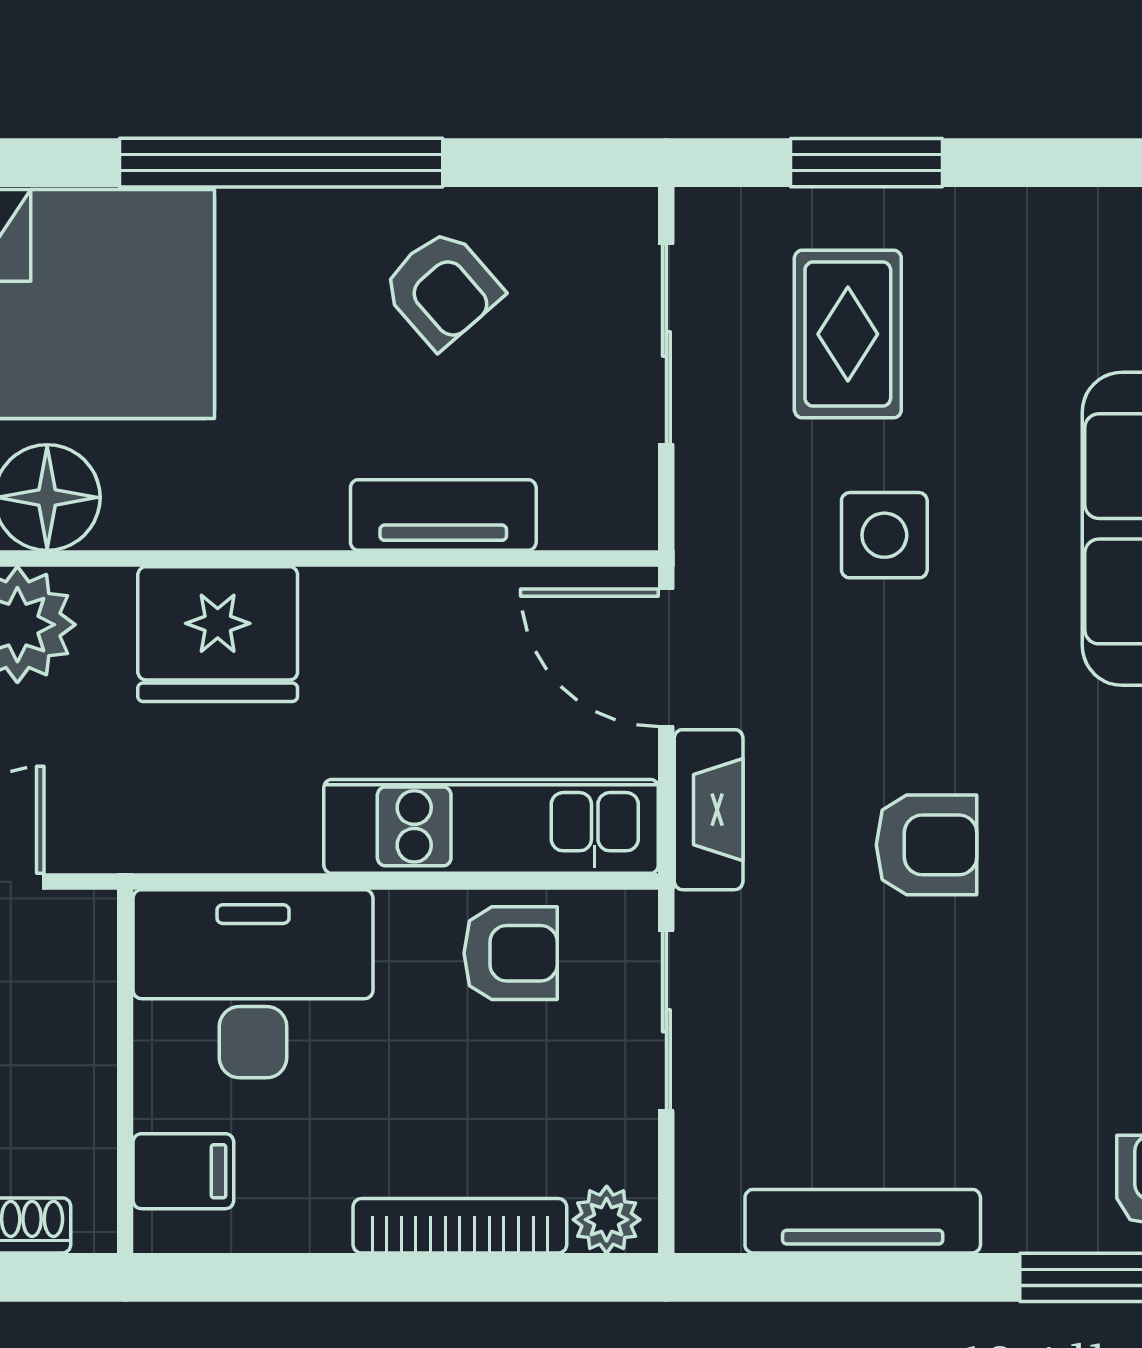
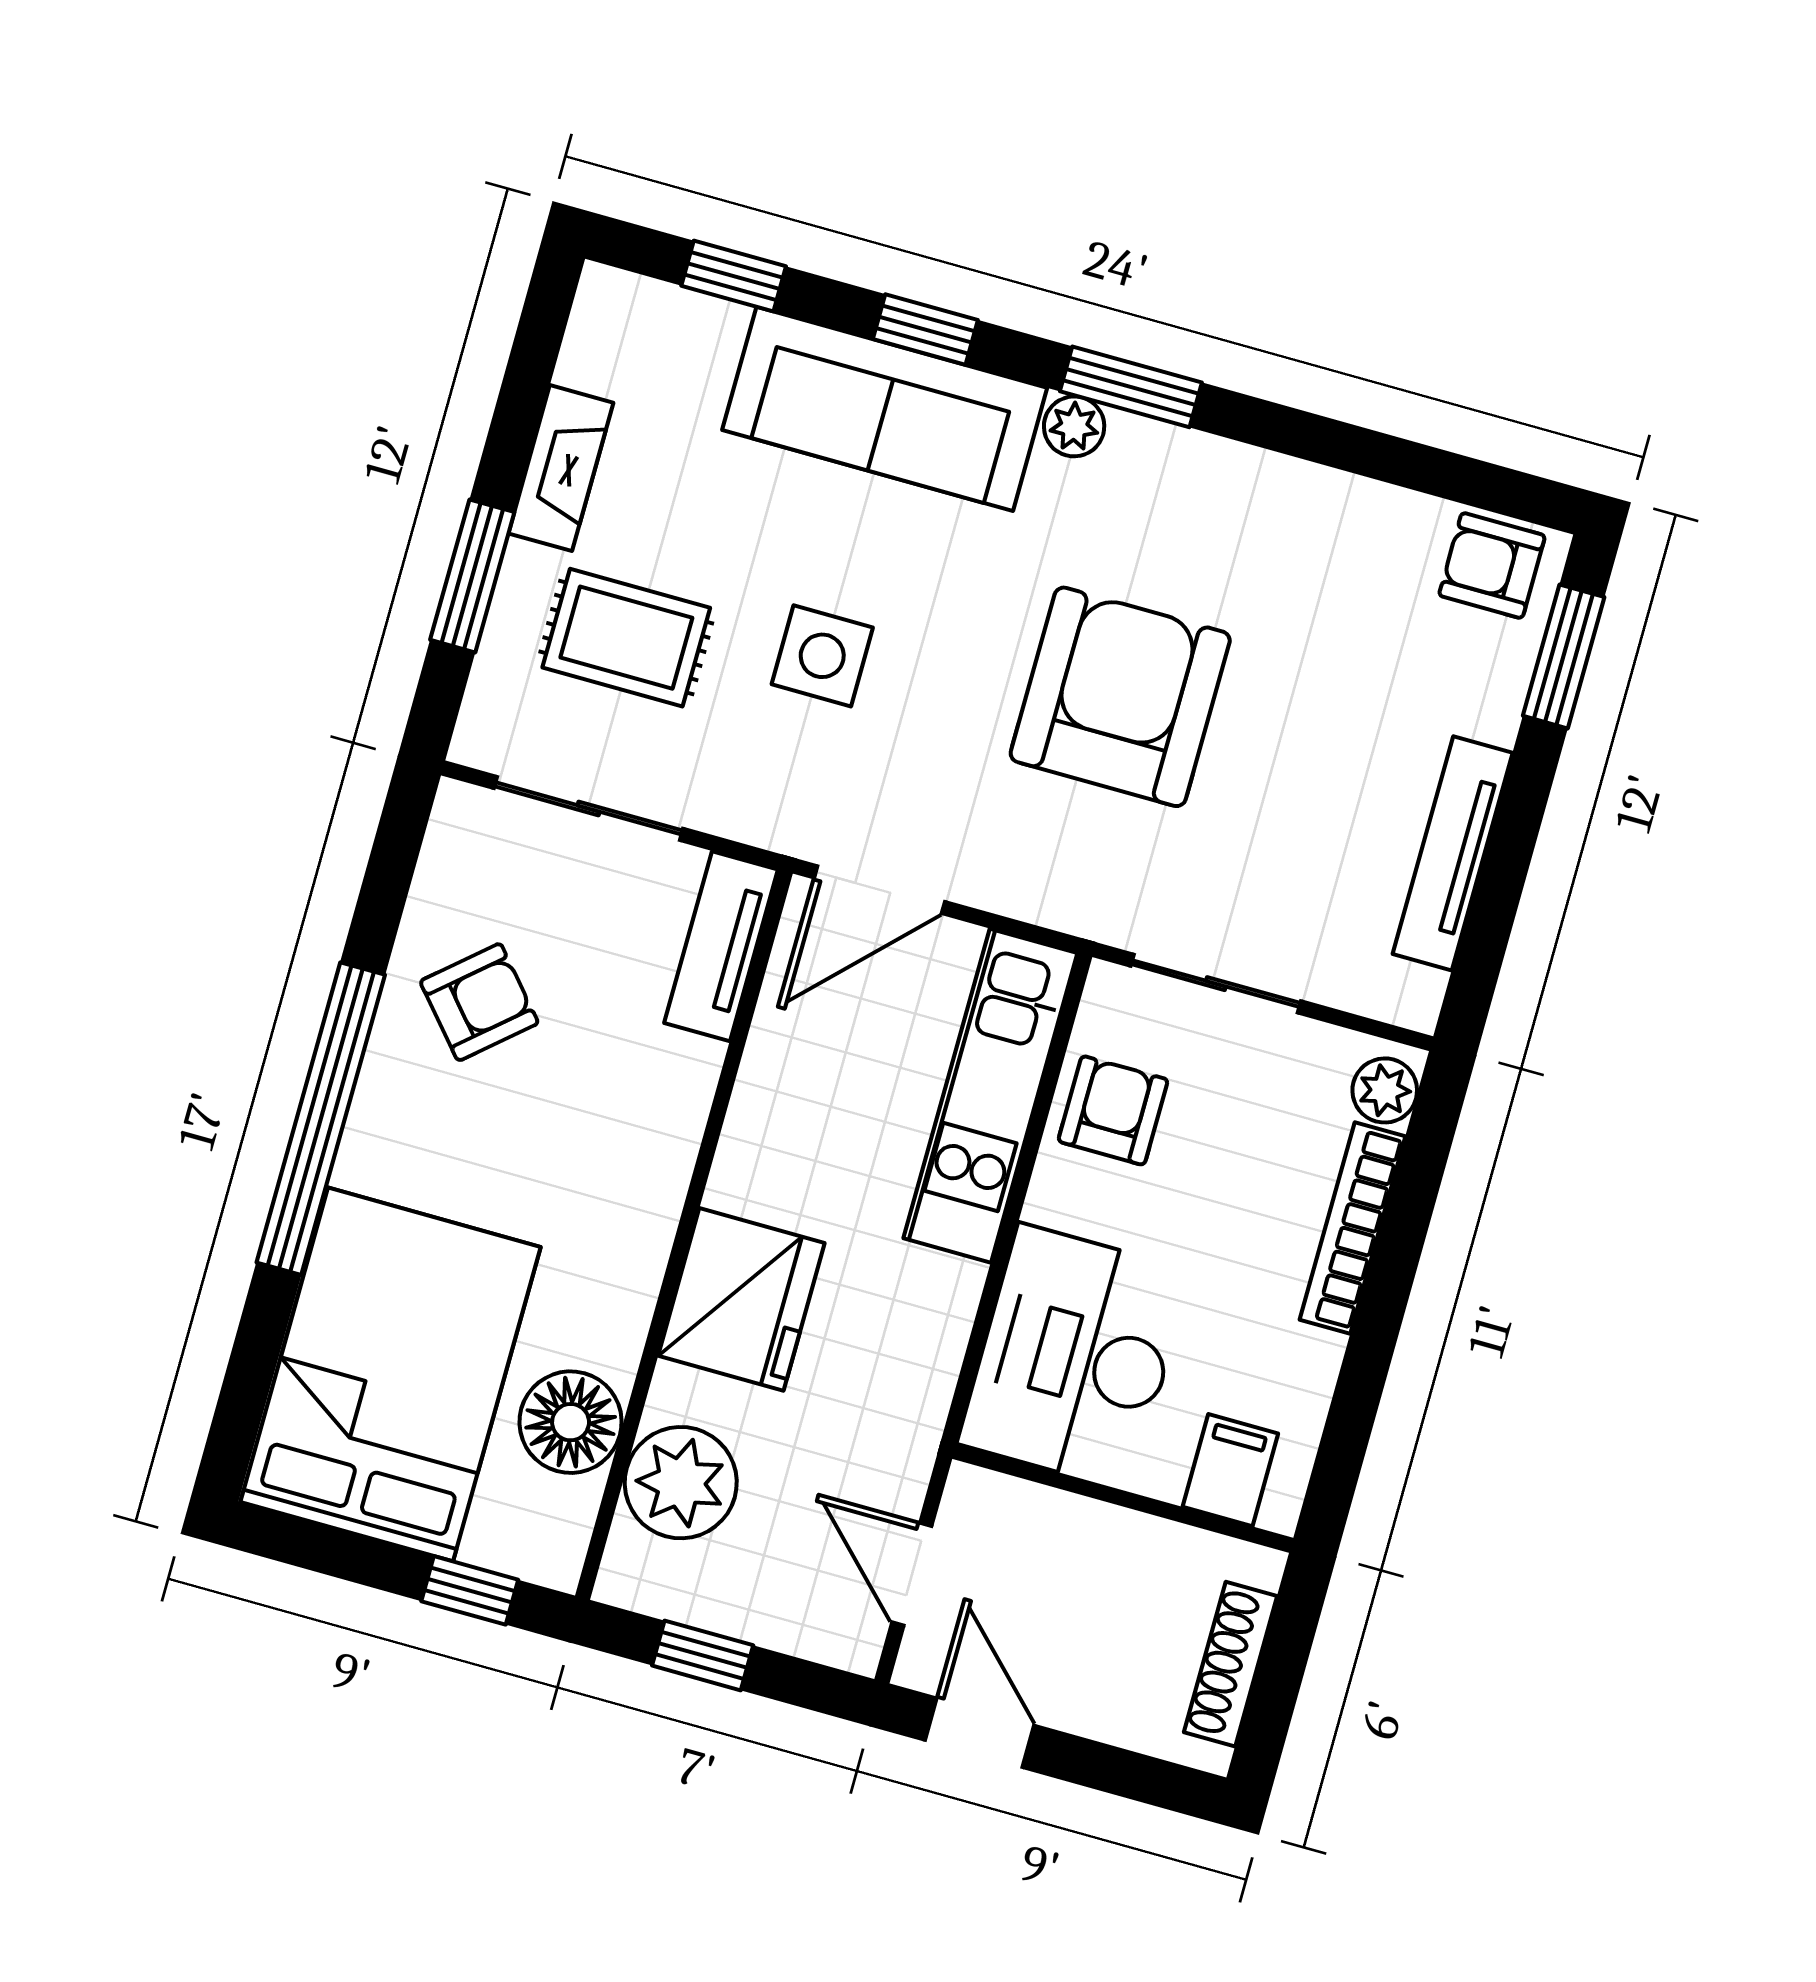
tv unit: (443, 515) -> (721, 946), moved
fireplace: (709, 810) -> (561, 468), moved, turned 90
armchair: (927, 845) -> (1120, 697), width x1.88, depth x1.88

